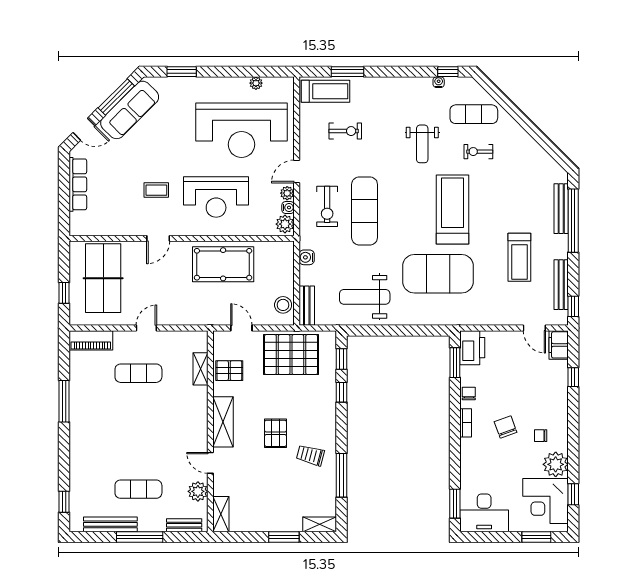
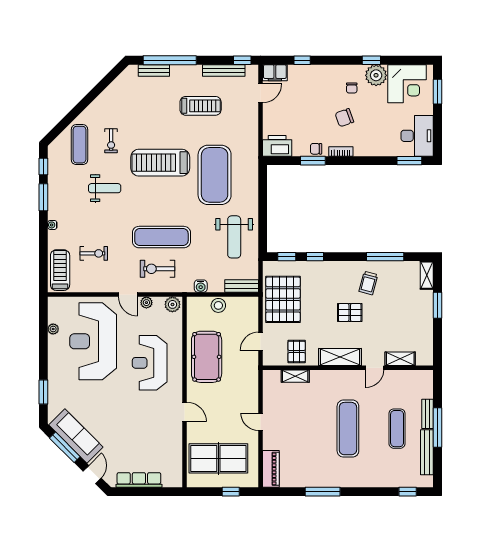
window: (347, 72) -> (43, 197), moved
water cooler: (439, 82) -> (52, 225), moved
reception desk: (241, 130) -> (93, 341), turned 180
exercise bike: (345, 131) -> (94, 253), turned 90
coffee table: (156, 190) -> (144, 413), removed
reception desk: (216, 197) -> (150, 363), turned 180
exercise bike: (327, 206) -> (158, 269), turned 180
water cooler: (288, 208) -> (159, 302), removed
bench: (561, 209) -> (154, 71), width x0.73
stool: (283, 305) -> (218, 305), moved
window: (455, 363) -> (313, 161), moved
exercise mat: (138, 373) -> (348, 429), moved, width x1.36, depth x1.45
plant: (198, 491) -> (399, 378), removed
window: (573, 494) -> (371, 60), moved
shelving: (221, 514) -> (400, 359), moved
bench: (184, 525) -> (428, 414), moved

